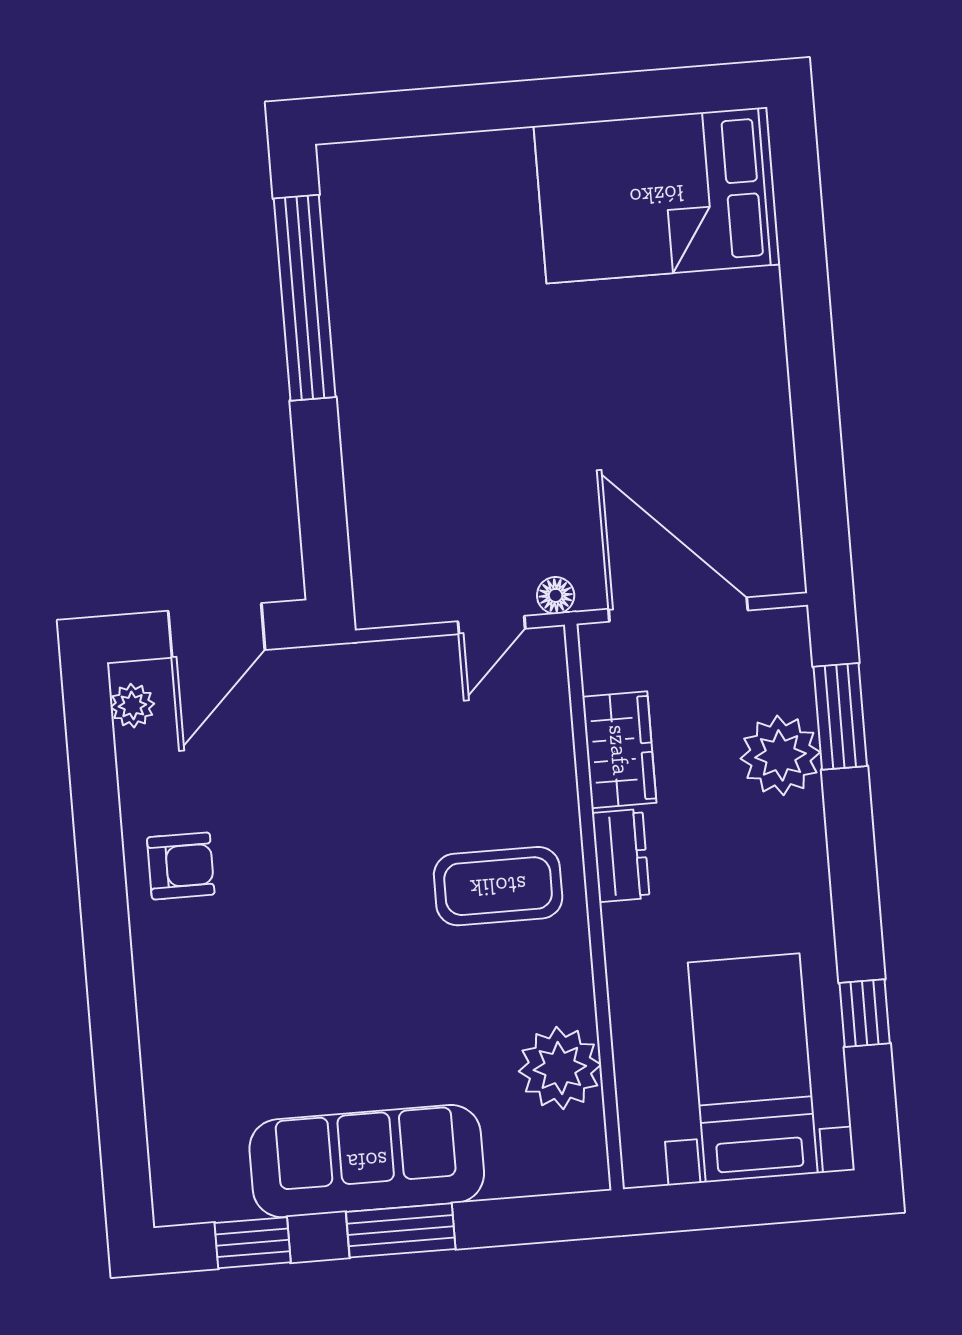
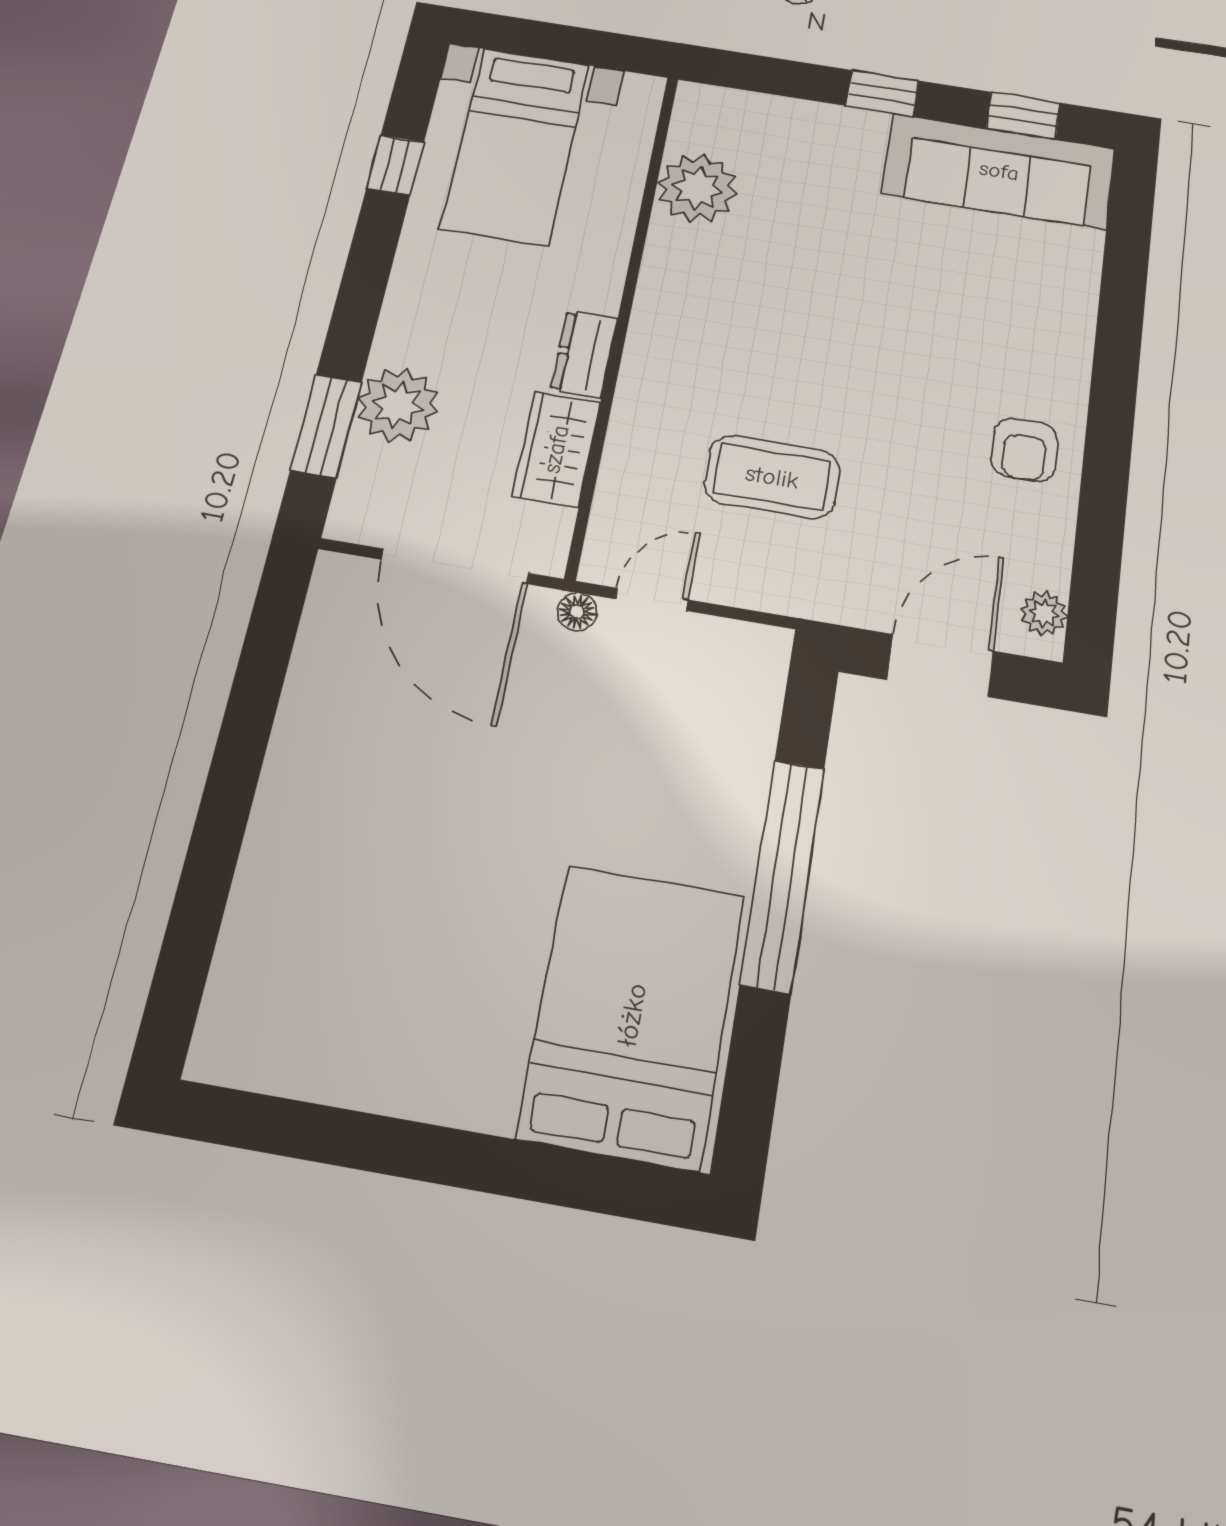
bed: (657, 195) -> (632, 1015), moved, turned -90
window: (305, 298) -> (783, 875), moved
armchair: (181, 866) -> (1025, 450), turned -90
coffee table: (498, 886) -> (772, 477), moved
sofa: (367, 1161) -> (999, 171), moved
window: (401, 1230) -> (882, 93), width x0.67

